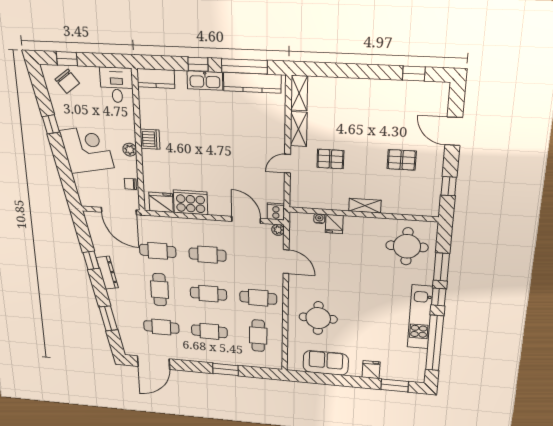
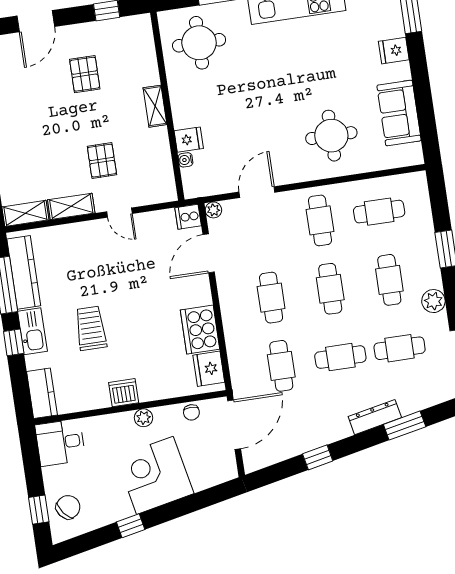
trolley: (202, 125) -> (91, 328), added
dresser: (107, 273) -> (375, 417), moved
cafe table: (161, 327) -> (400, 348), turned 90
plant: (191, 354) -> (433, 301), added

